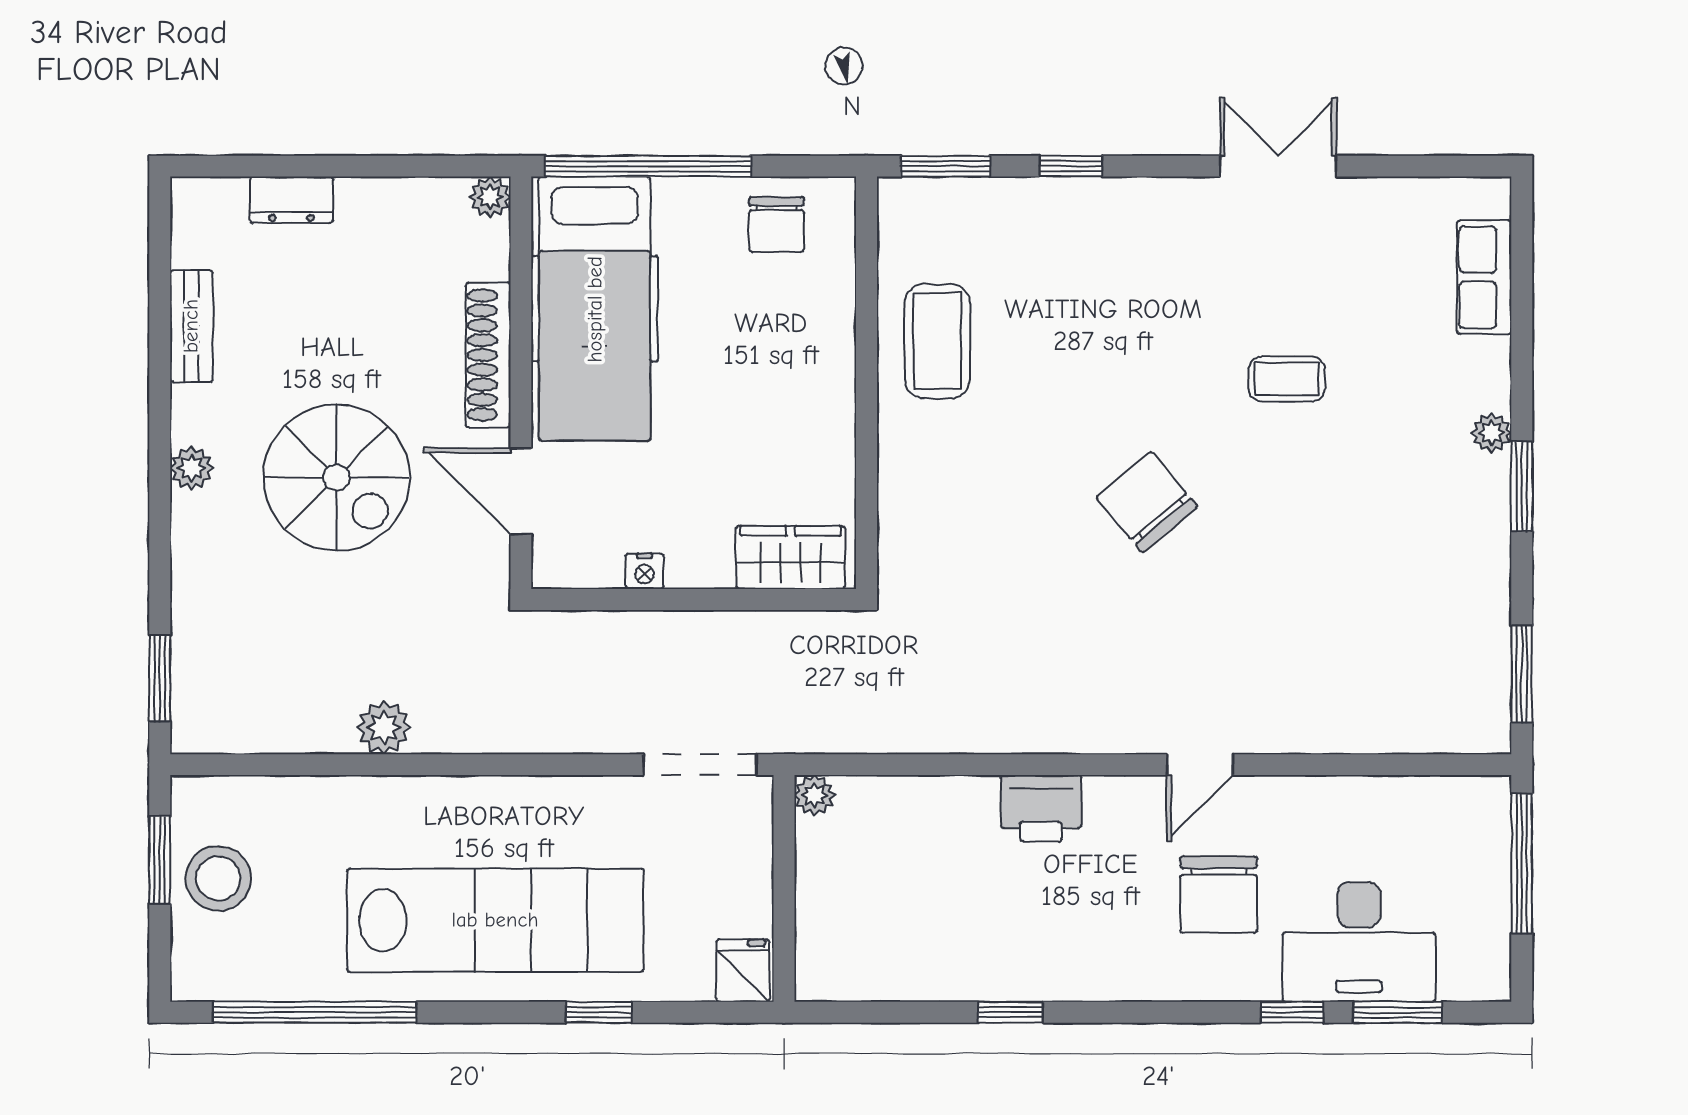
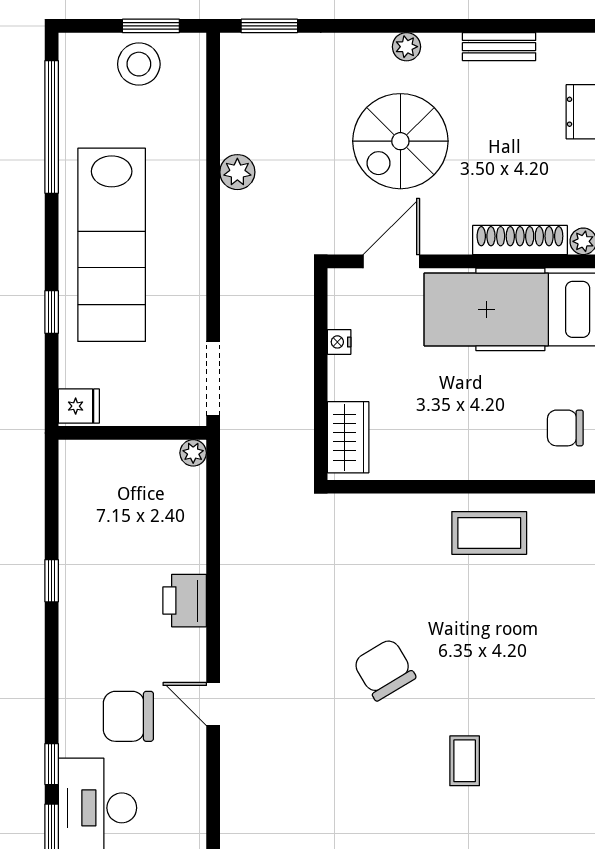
shoe rack: (488, 355) -> (520, 240), moved
chair: (1147, 502) -> (384, 670), turned -81

